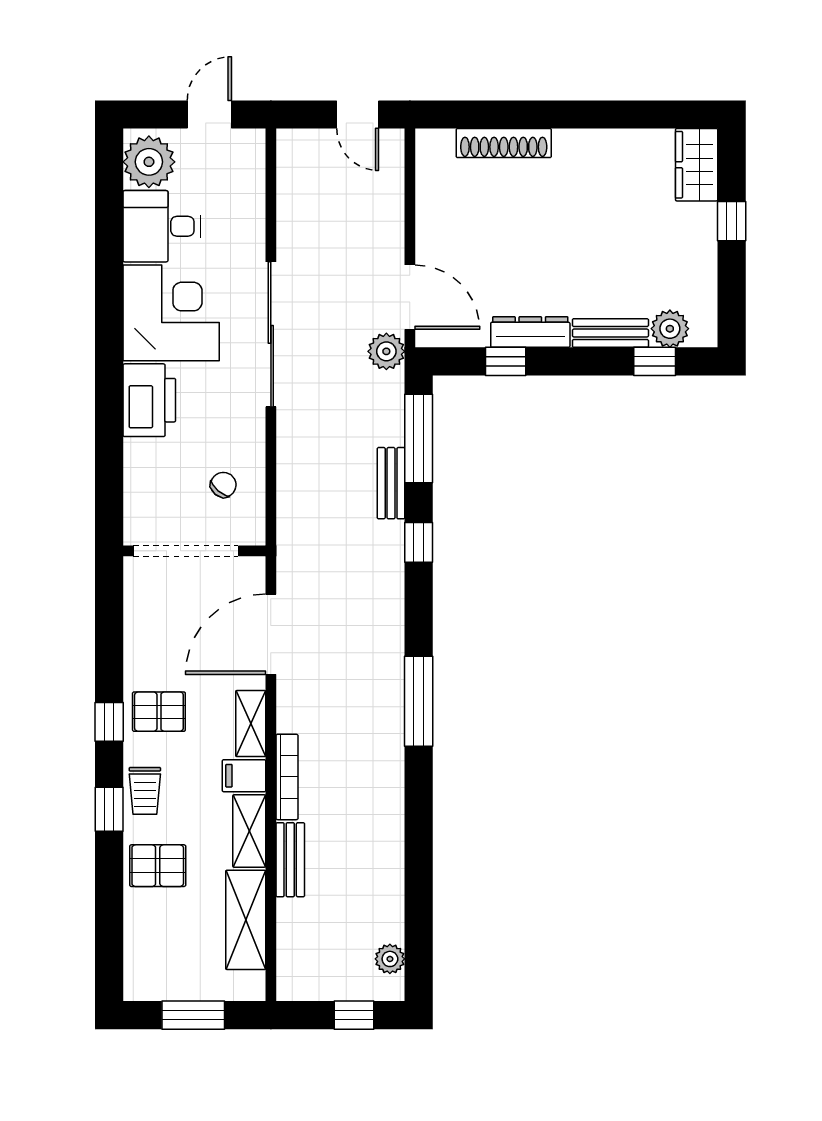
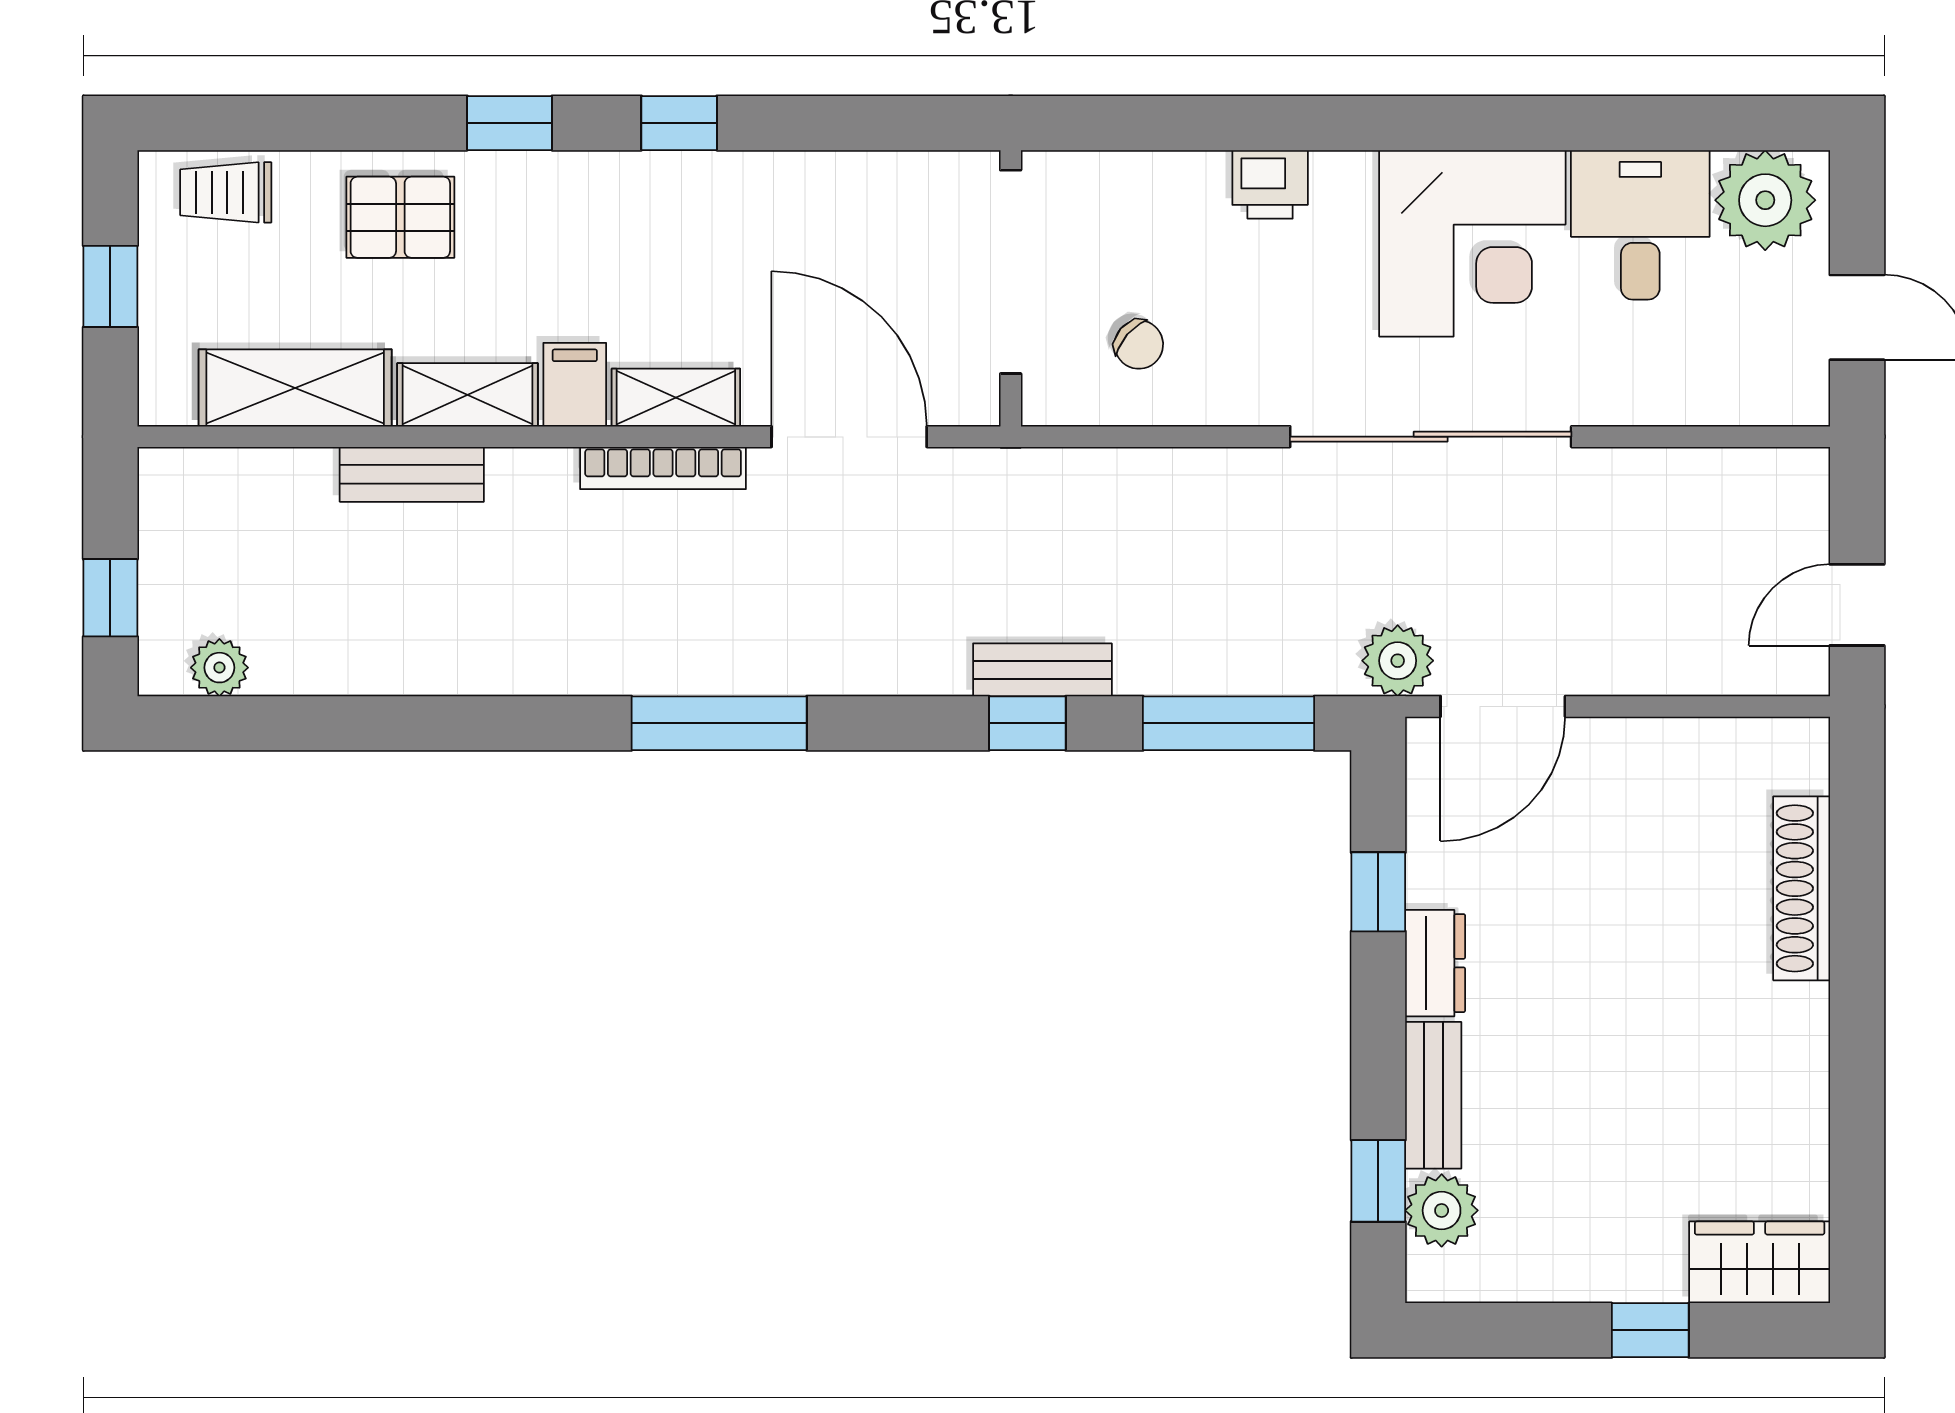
dresser: (530, 332) -> (1435, 963), width x0.70
printer: (149, 400) -> (1270, 184), width x0.53, depth x0.68
bench: (391, 483) -> (1042, 670), moved
pallet: (159, 712) -> (699, 220), removed
bookcase: (287, 777) -> (663, 468), moved
trolley: (145, 791) -> (226, 192), moved
pallet: (158, 866) -> (400, 217), turned 90
window: (193, 1015) -> (110, 286), width x0.67

